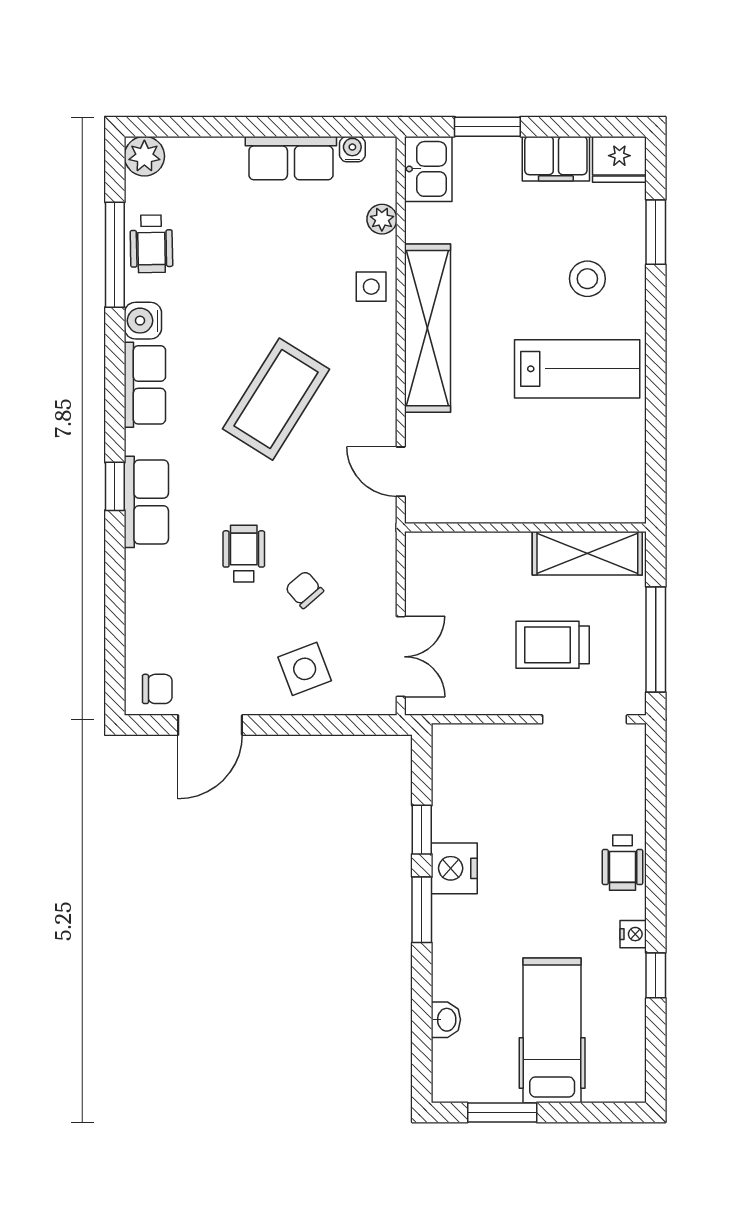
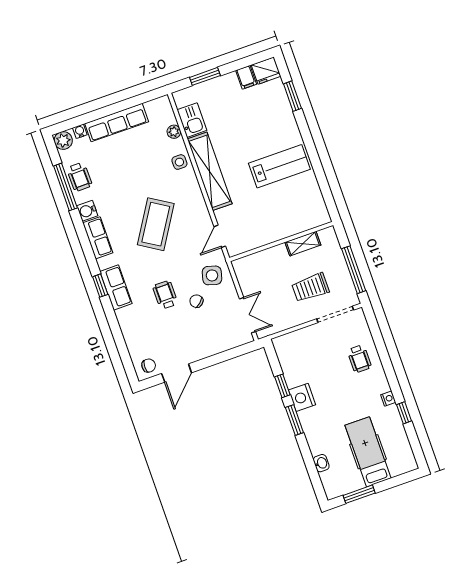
water cooler: (352, 149) -> (80, 131), moved
row of seats: (291, 158) -> (117, 123), width x1.48
filing cabinet: (556, 159) -> (246, 77), width x0.50
kitchen sink: (428, 169) -> (192, 120), moved
stool: (587, 279) -> (270, 126), removed
door: (401, 472) -> (220, 236), hinge flipped
shelving: (587, 553) -> (303, 244), width x0.67, depth x0.75
side table: (305, 669) -> (212, 275), moved, turned 37
wheelchair: (622, 863) -> (359, 359), moved

